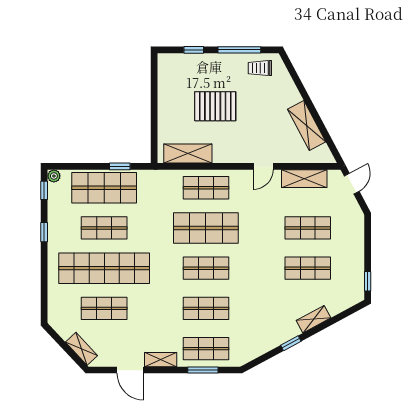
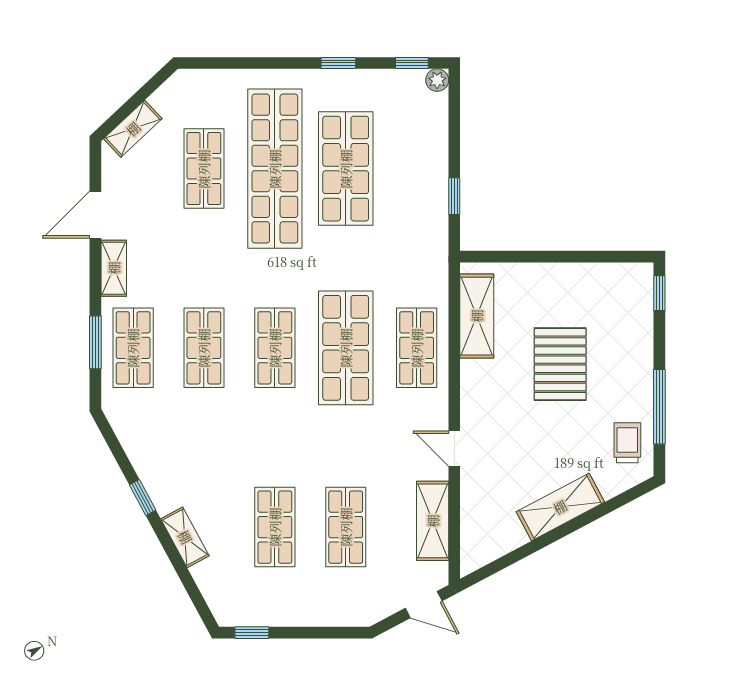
window: (194, 50) -> (659, 293), moved
shelving: (307, 126) -> (560, 507), moved
shop shelf: (104, 188) -> (417, 169), removed
shop shelf: (104, 228) -> (346, 169), width x1.43, depth x1.36

